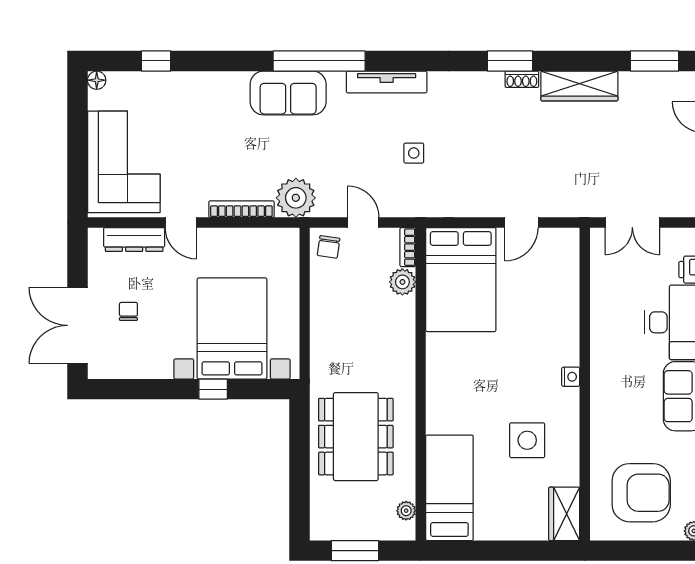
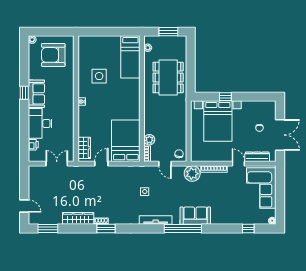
double door: (77, 325) -> (280, 135), moved
wardrobe: (564, 514) -> (84, 148), moved

